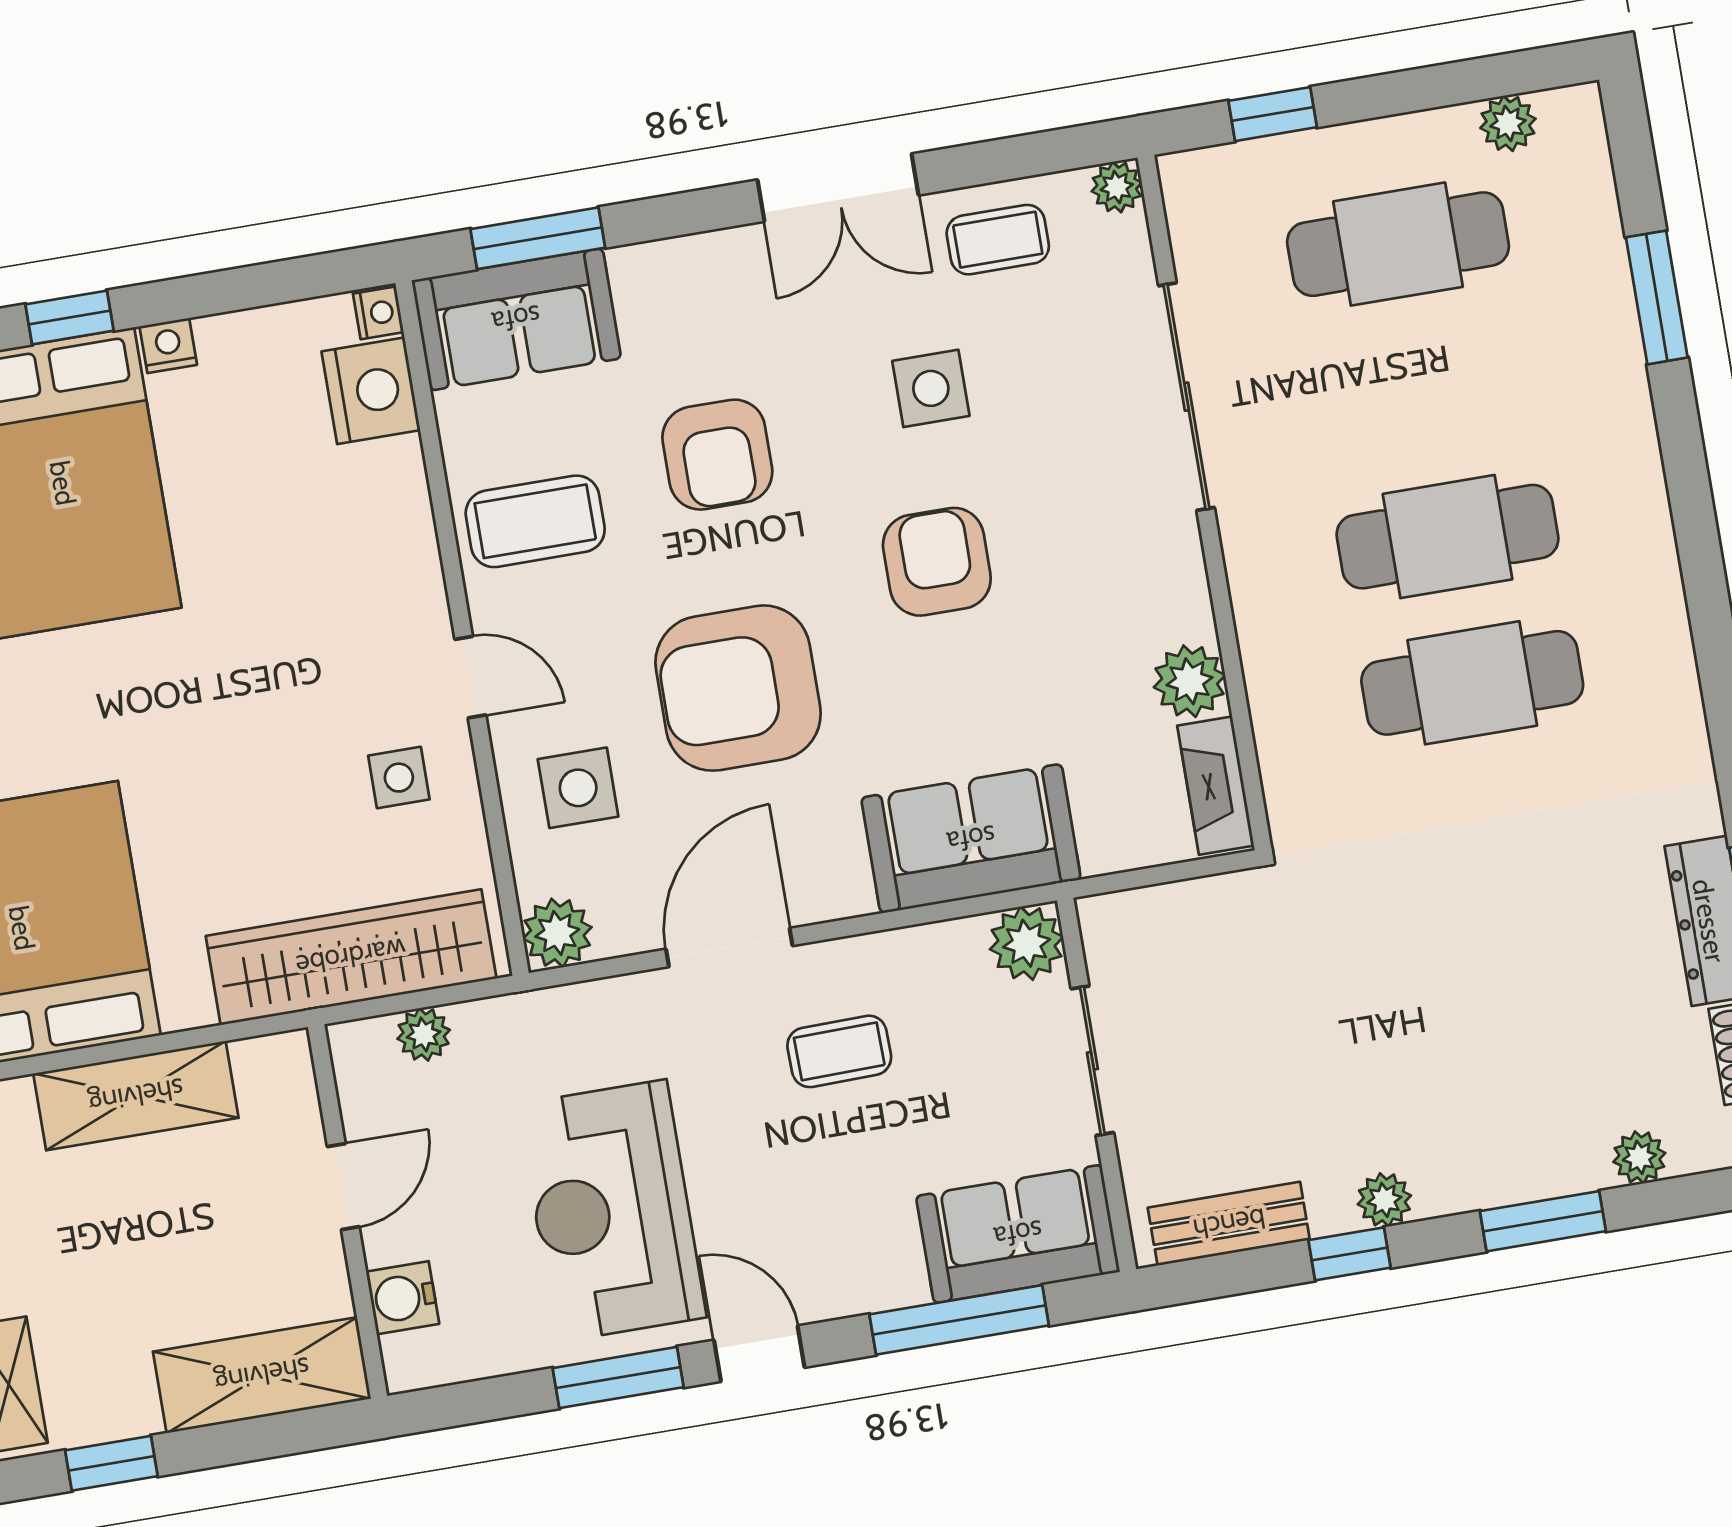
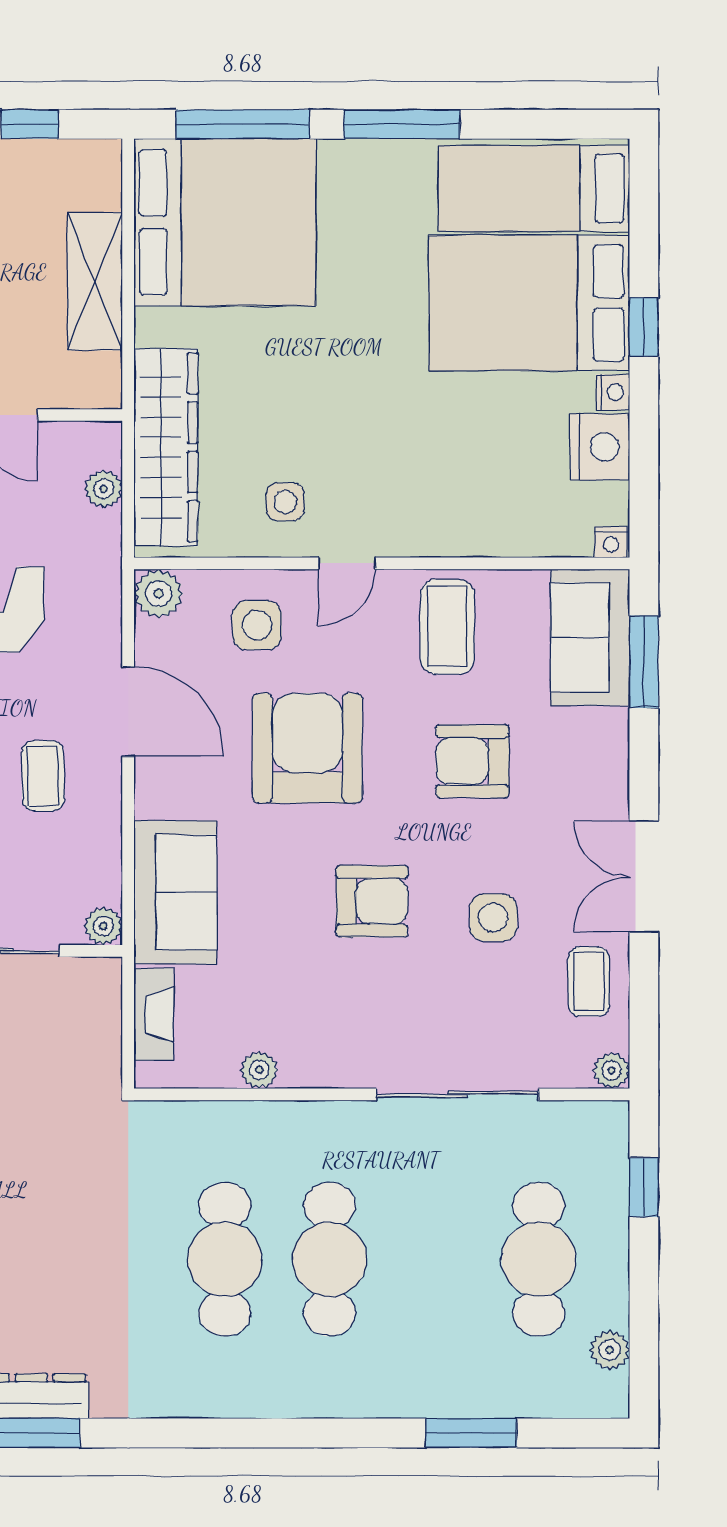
nightstand: (371, 391) -> (600, 447), moved, turned -90
plant: (1190, 681) -> (259, 1070), width x0.73, depth x0.73
fireplace: (1216, 786) -> (154, 1014), moved, turned 90
plant: (1027, 943) -> (103, 926), width x0.73, depth x0.73

